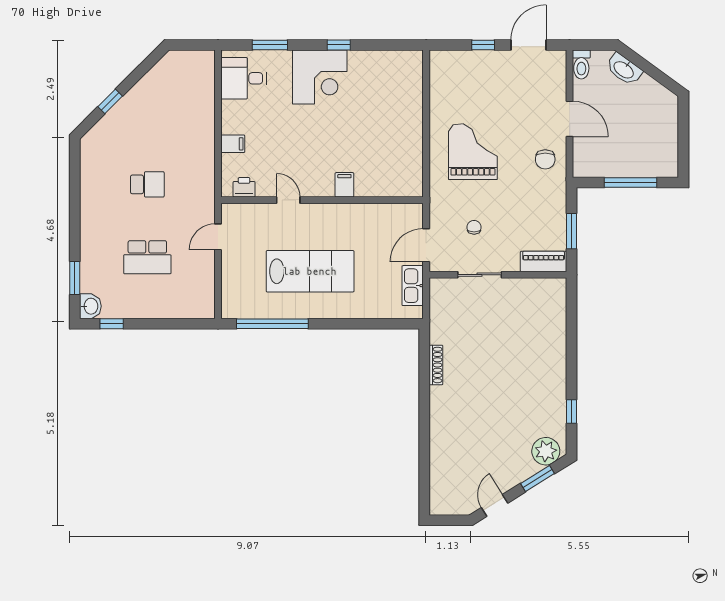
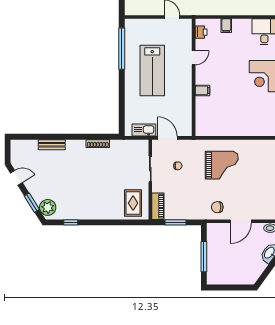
rug: (538, 304) -> (133, 203), added
bench: (438, 444) -> (52, 145), added

